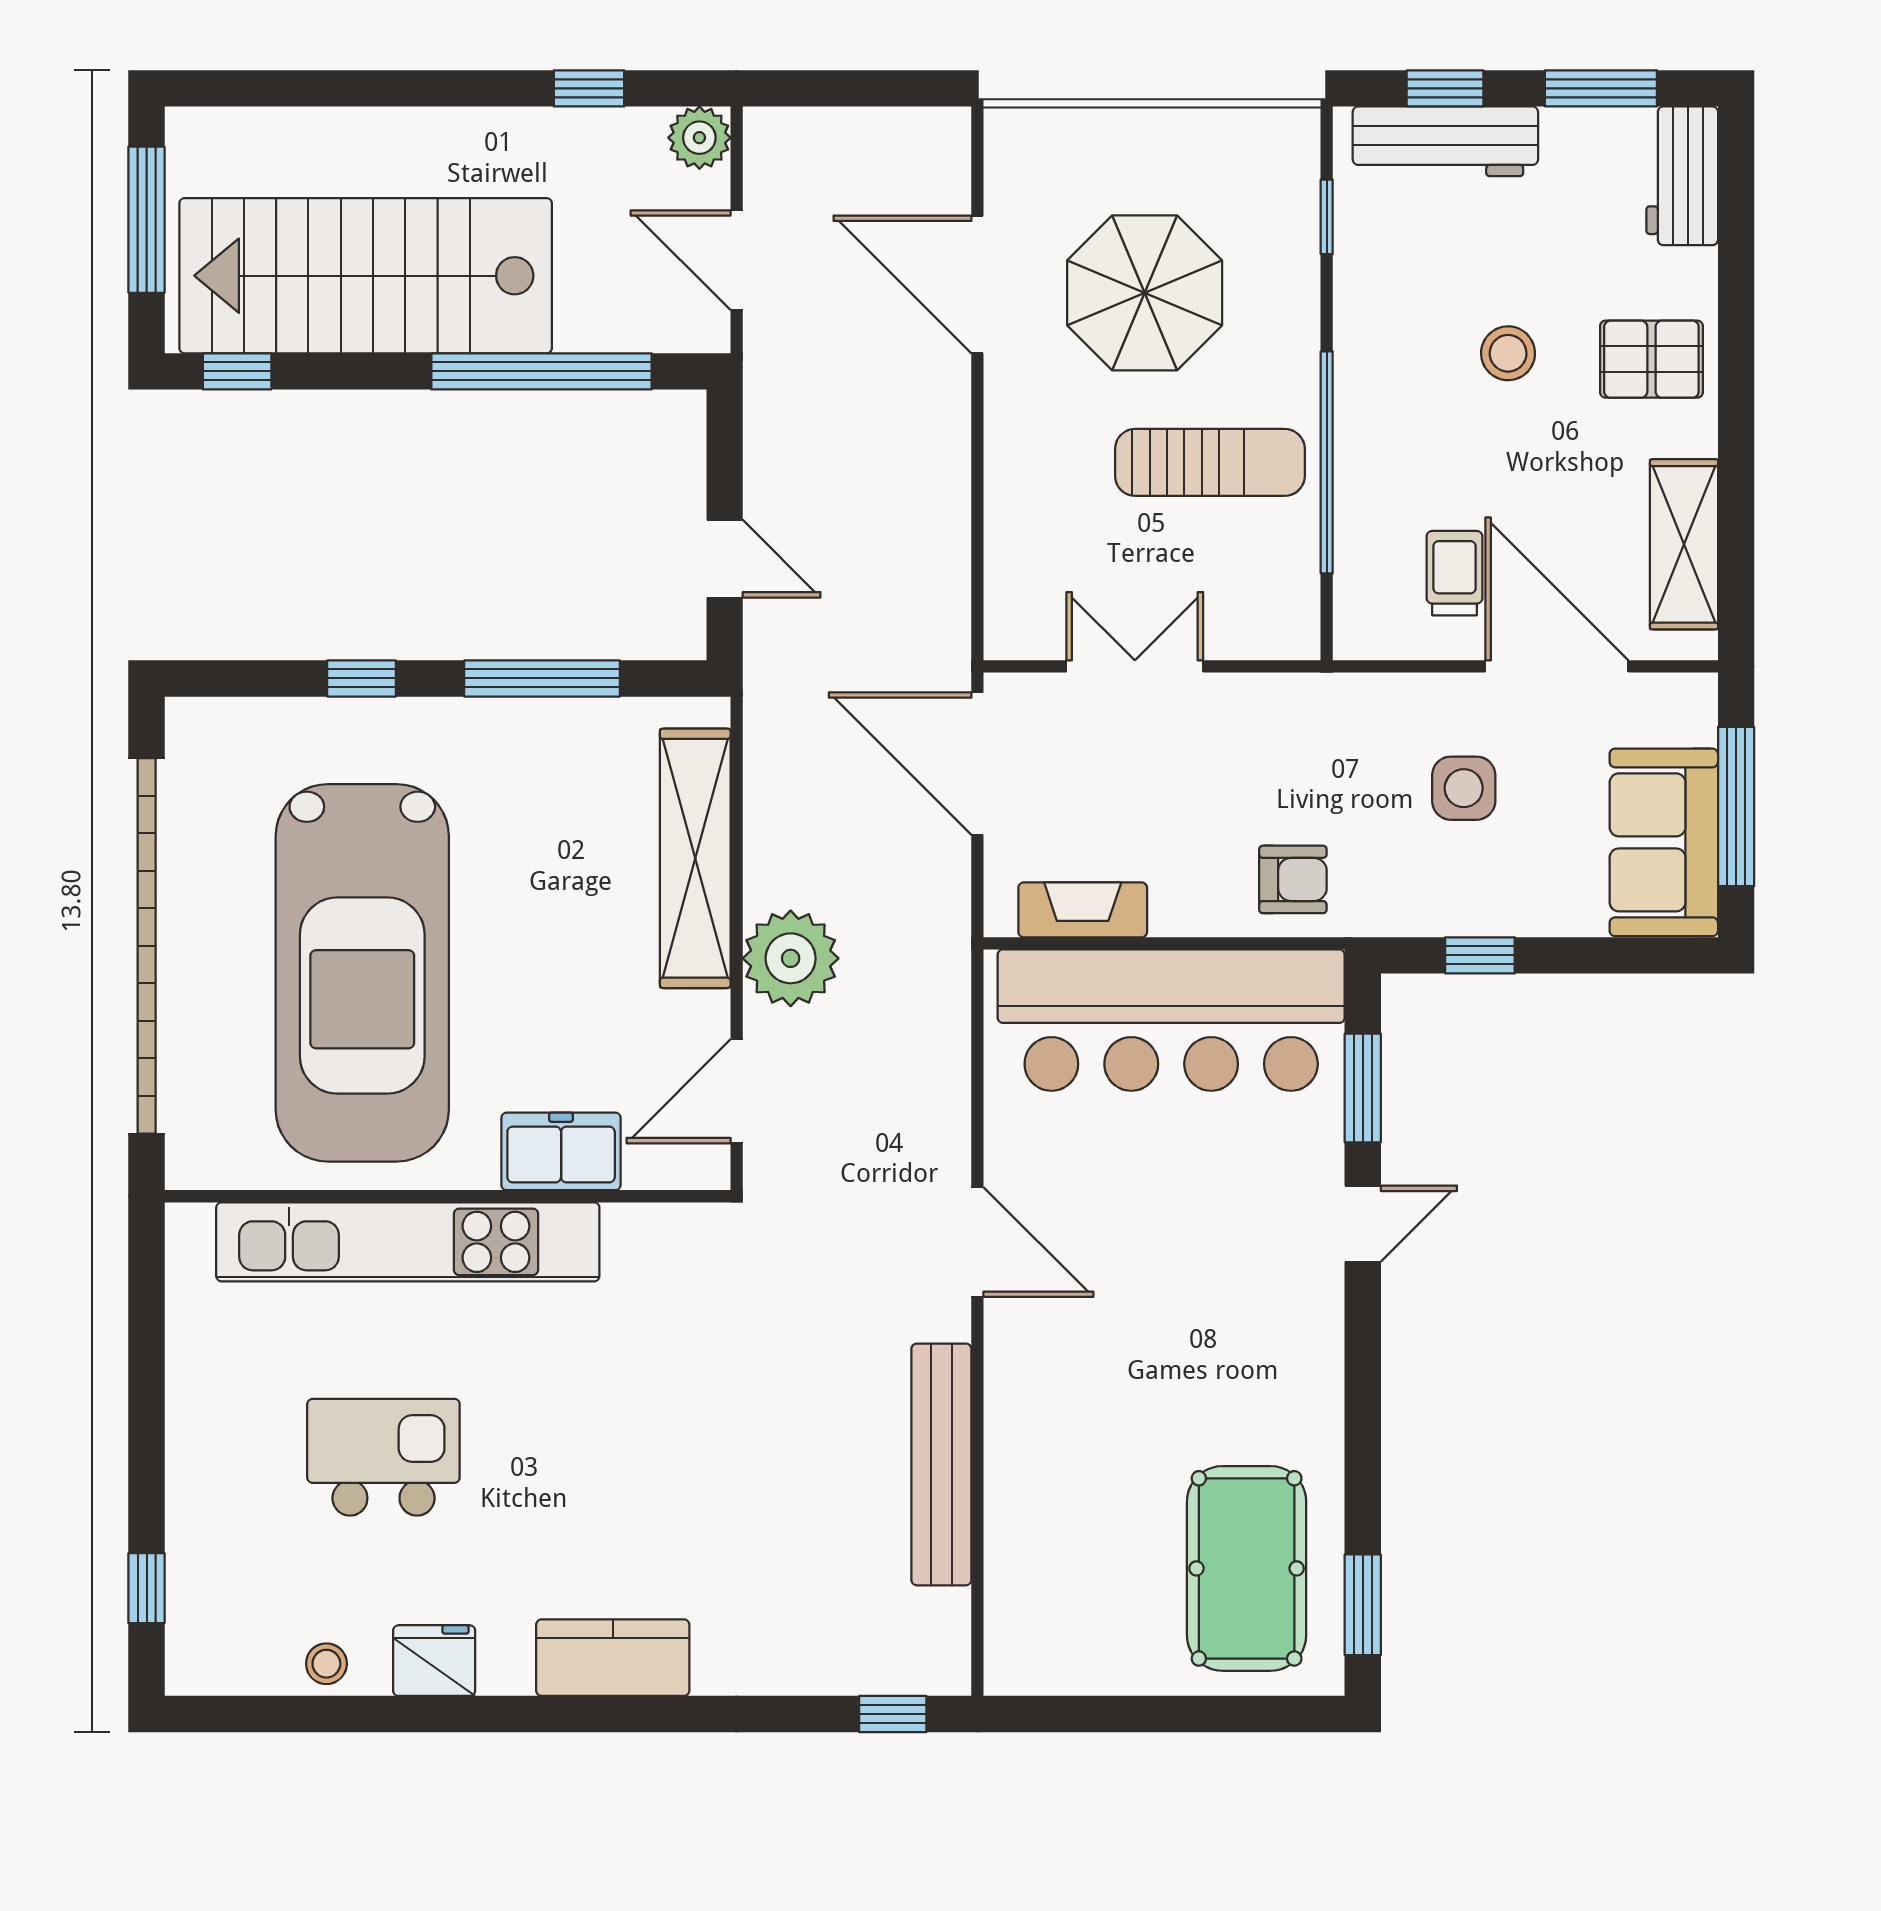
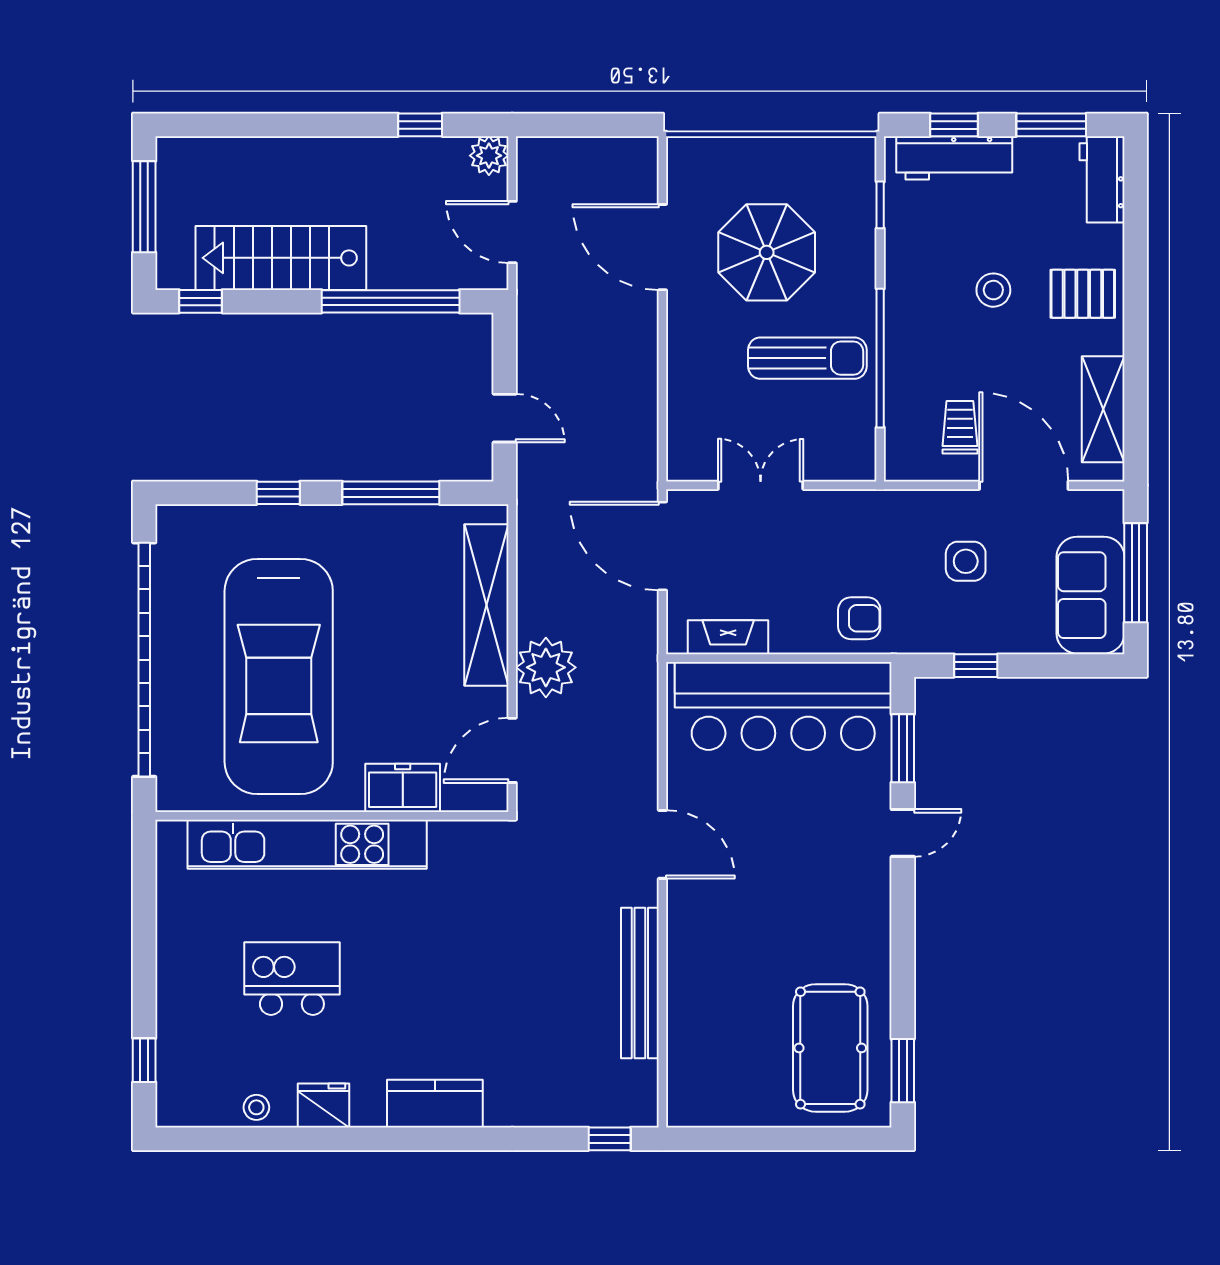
stairs: (366, 276) -> (281, 258), width x0.73, depth x0.66

